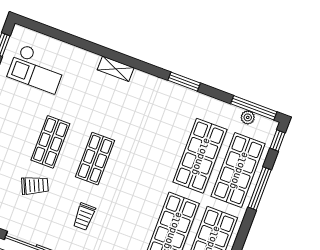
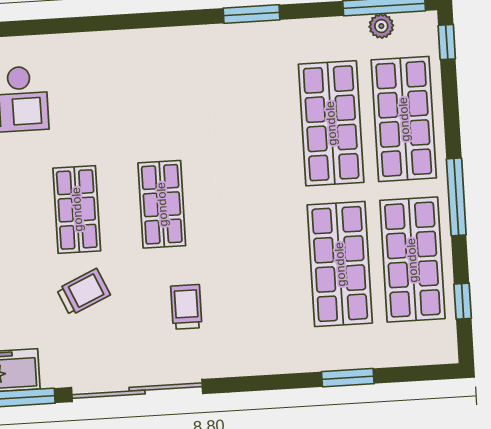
shelving: (116, 69) -> (130, 43), removed
window: (260, 188) -> (456, 197), moved
trolley: (84, 217) -> (186, 307), turned 180

